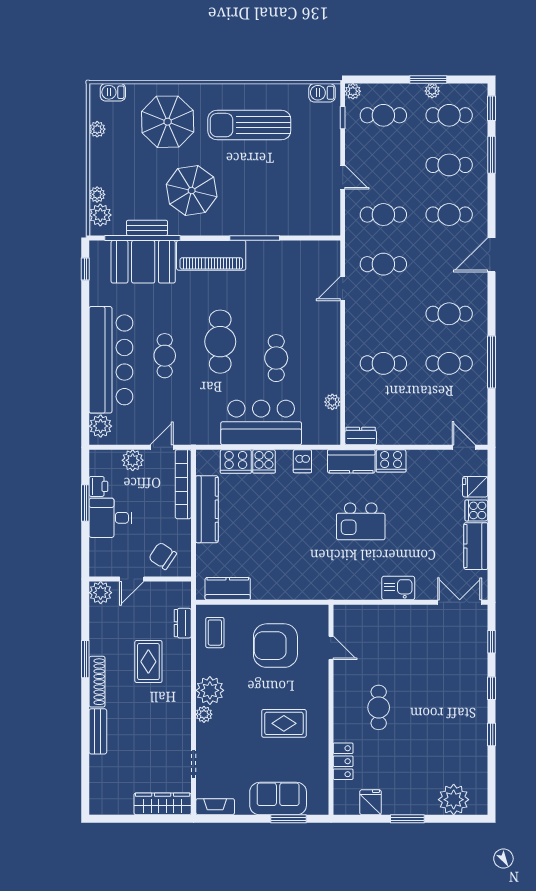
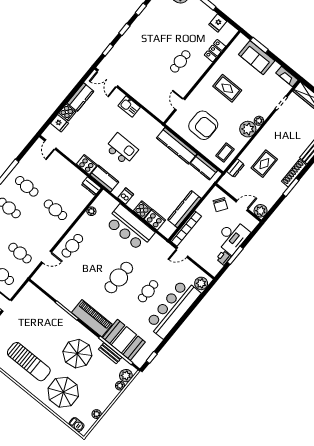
cafe table: (276, 358) -> (72, 246), moved
plant: (133, 460) -> (199, 257), removed
desk: (110, 518) -> (232, 237), width x1.37
kitchen counter: (289, 588) -> (177, 146), added

